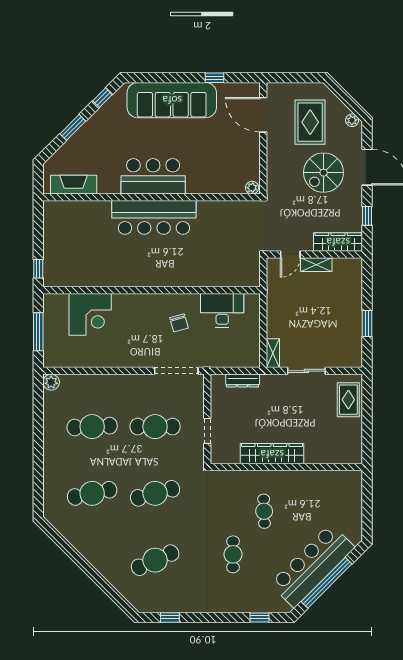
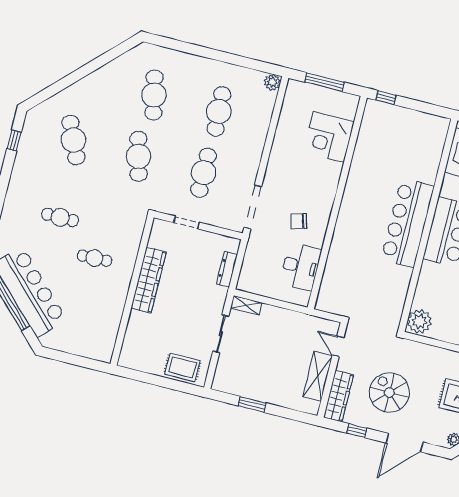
spiral stairs: (324, 173) -> (389, 392), moved
plant: (252, 188) -> (420, 321), width x1.87, depth x1.87
shelving: (316, 265) -> (318, 376), width x1.50, depth x1.33

